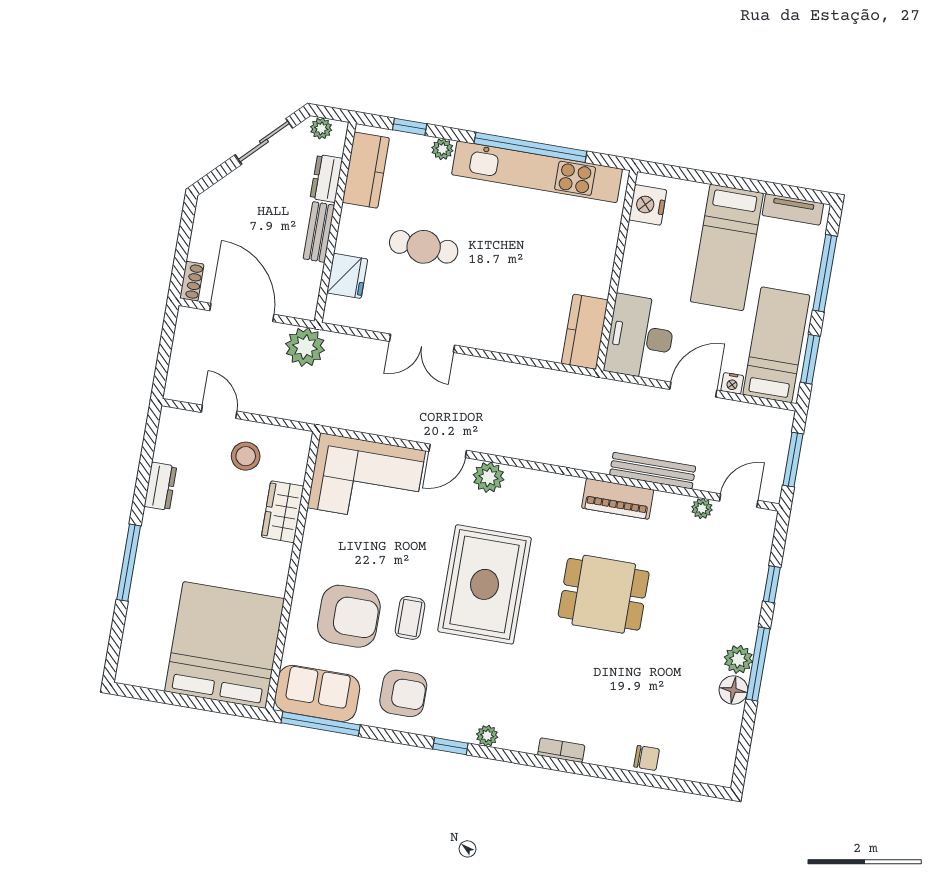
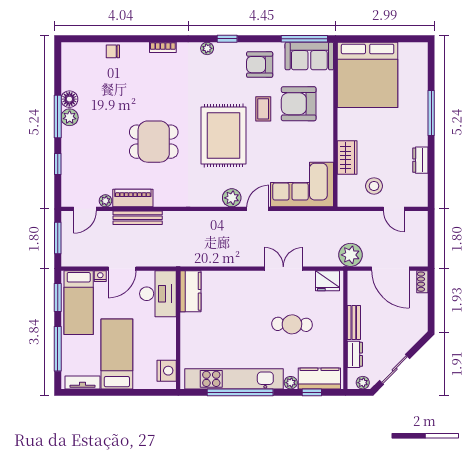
kitchen counter: (366, 170) -> (319, 378), moved, turned 90
fridge: (347, 276) -> (328, 281), moved, turned -90
piano: (618, 499) -> (133, 198), moved

